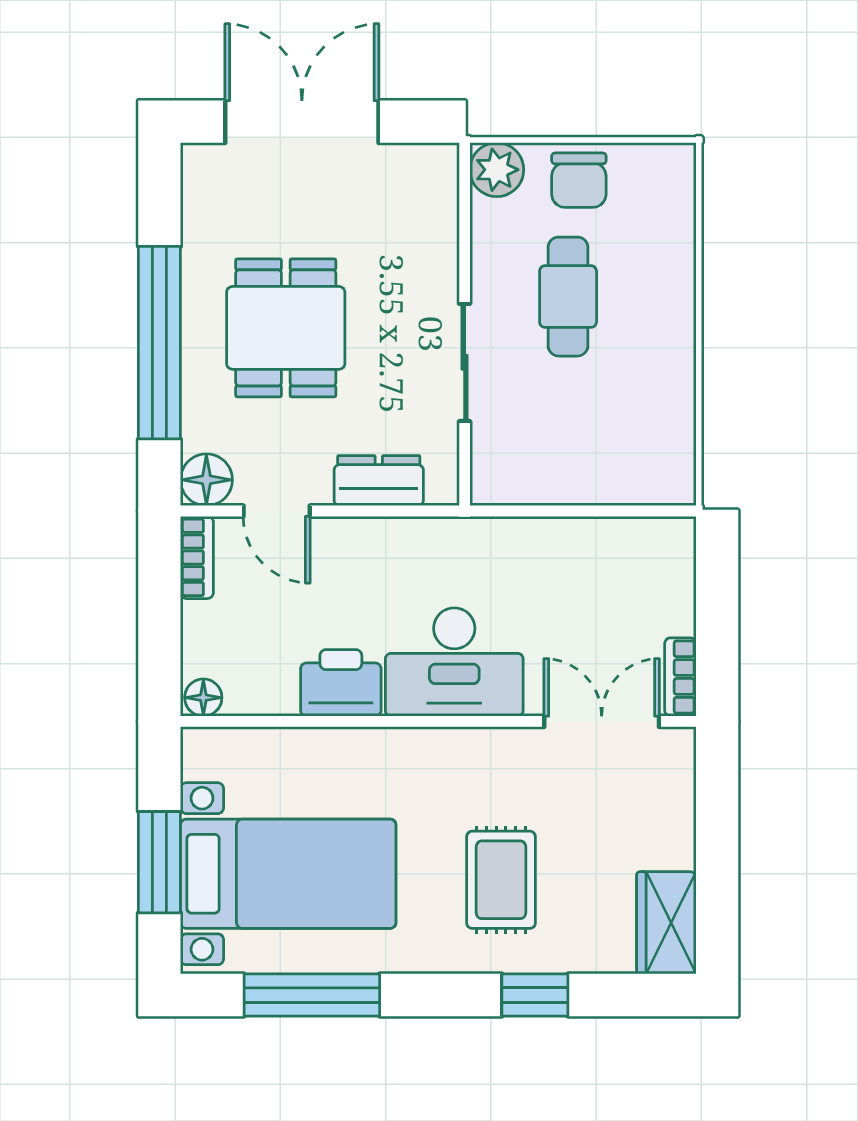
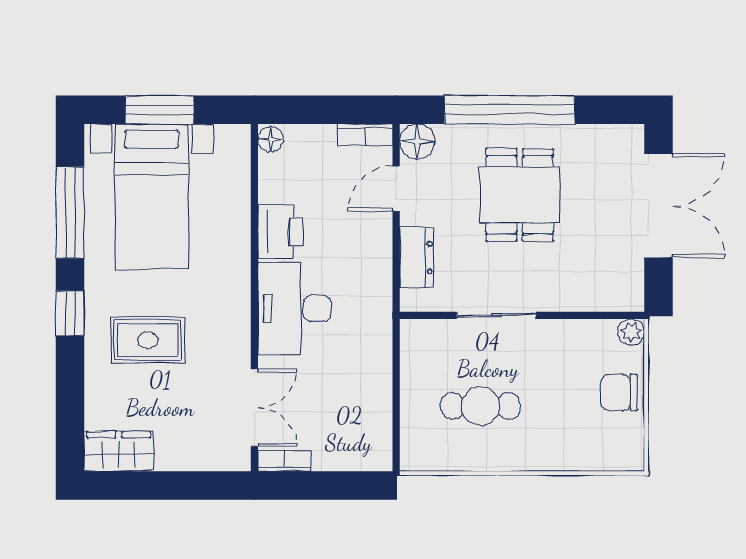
plant: (497, 170) -> (631, 332), width x0.73, depth x0.73
cafe table: (568, 297) -> (481, 406), moved
dining table: (286, 328) -> (520, 195), turned 90
window: (535, 995) -> (70, 313), moved

